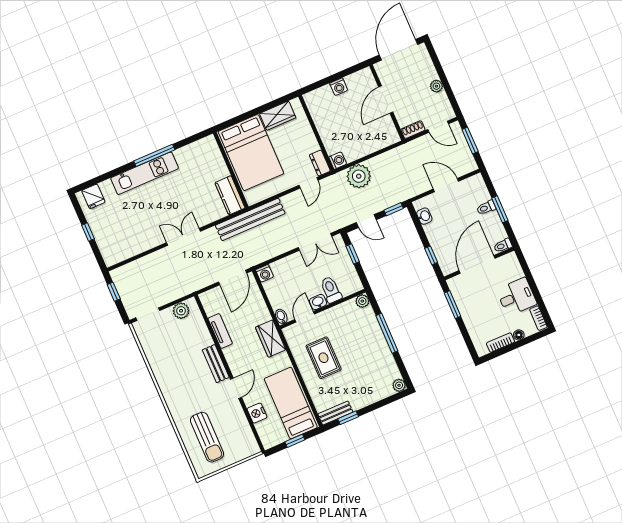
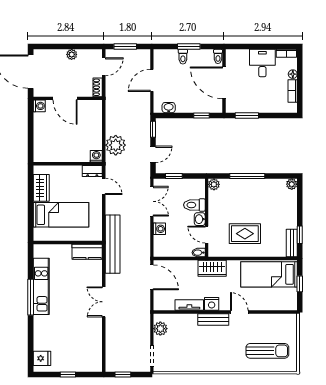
washing machine: (339, 87) -> (39, 106), moved
bed: (251, 153) -> (61, 215), width x0.67
kitchen unit: (145, 173) -> (41, 286), moved
washing machine: (265, 273) -> (159, 229), moved
nightstand: (257, 413) -> (212, 304), moved

